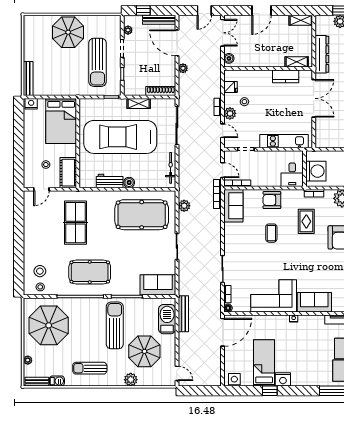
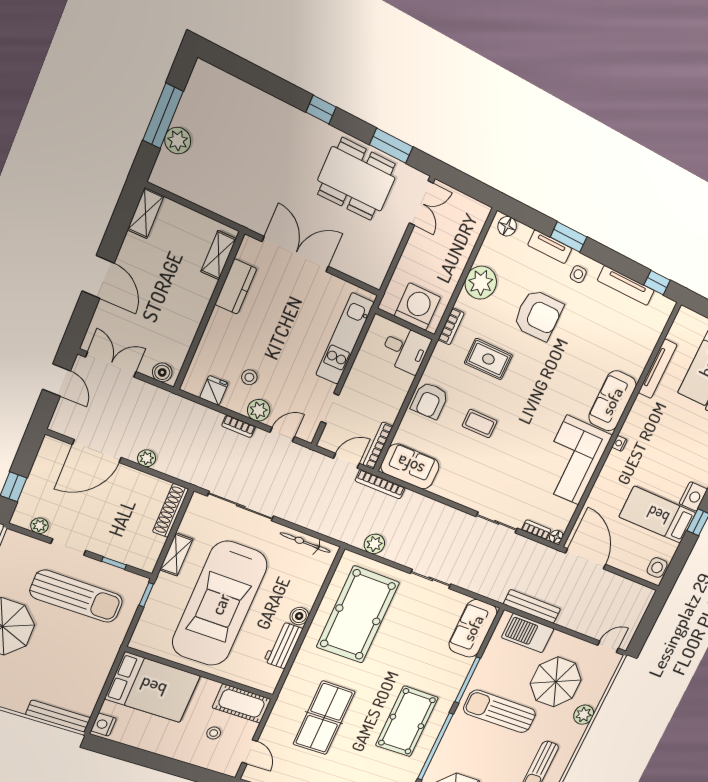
bench: (159, 20) -> (42, 466), removed
dresser: (322, 54) -> (224, 203), removed
table tennis table: (76, 223) -> (324, 718), turned 90

